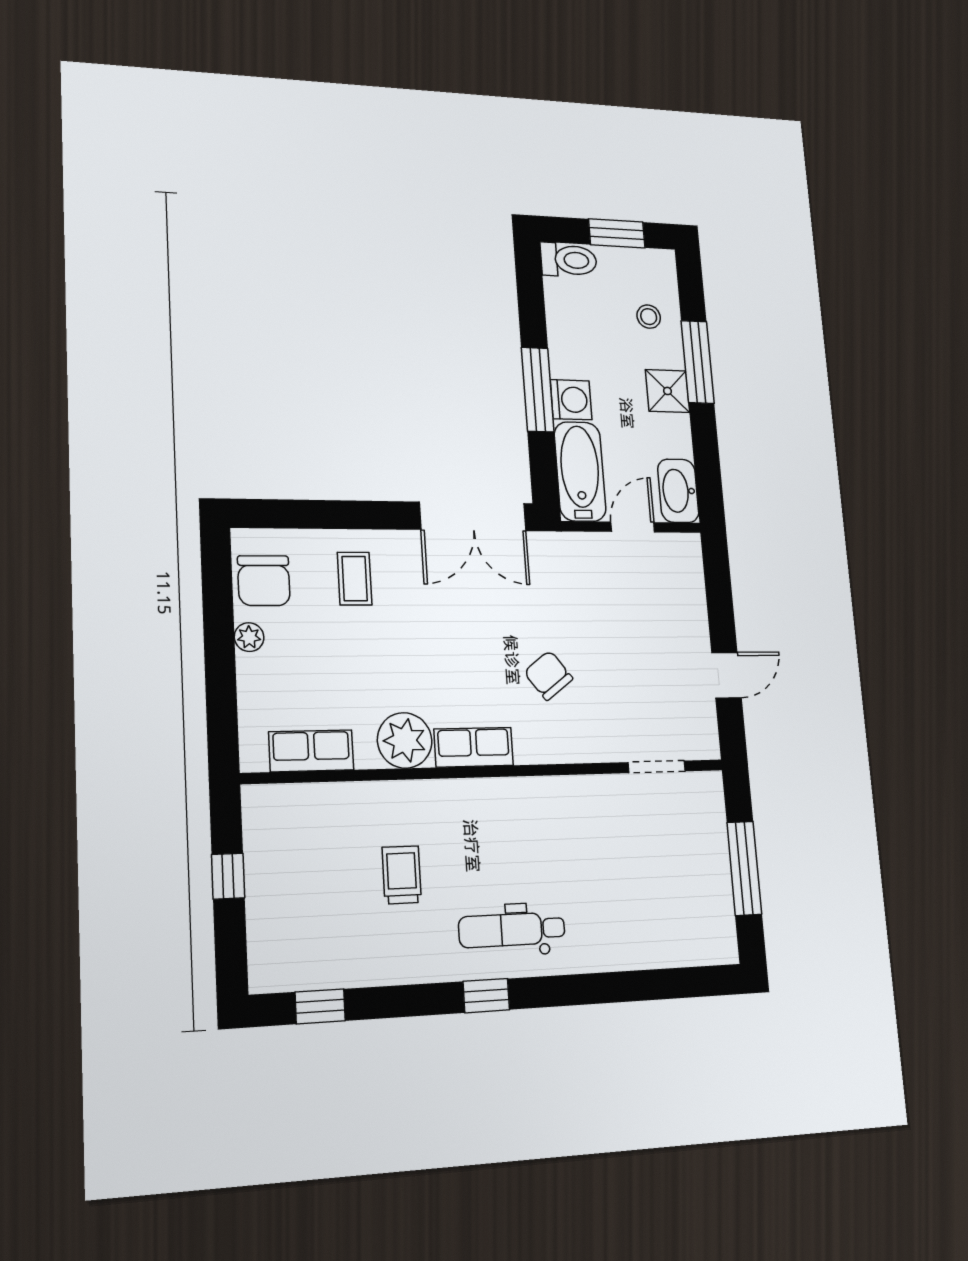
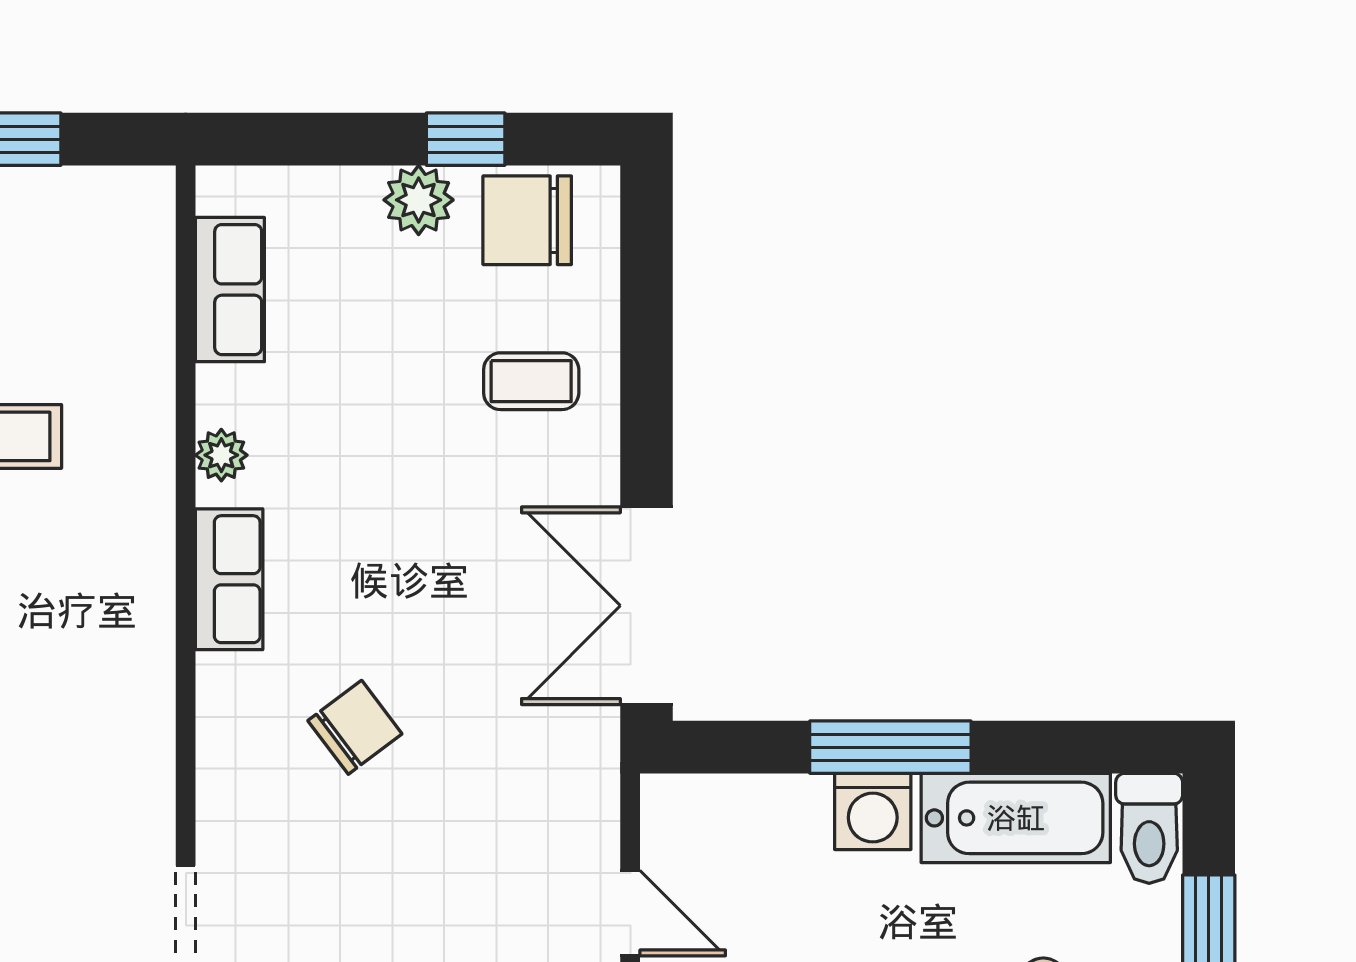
bathtub: (580, 471) -> (1016, 818), moved
window: (218, 616) -> (466, 139), added
plant: (249, 637) -> (419, 200), width x1.38, depth x1.38
plant: (405, 740) -> (221, 455), width x0.53, depth x0.53

